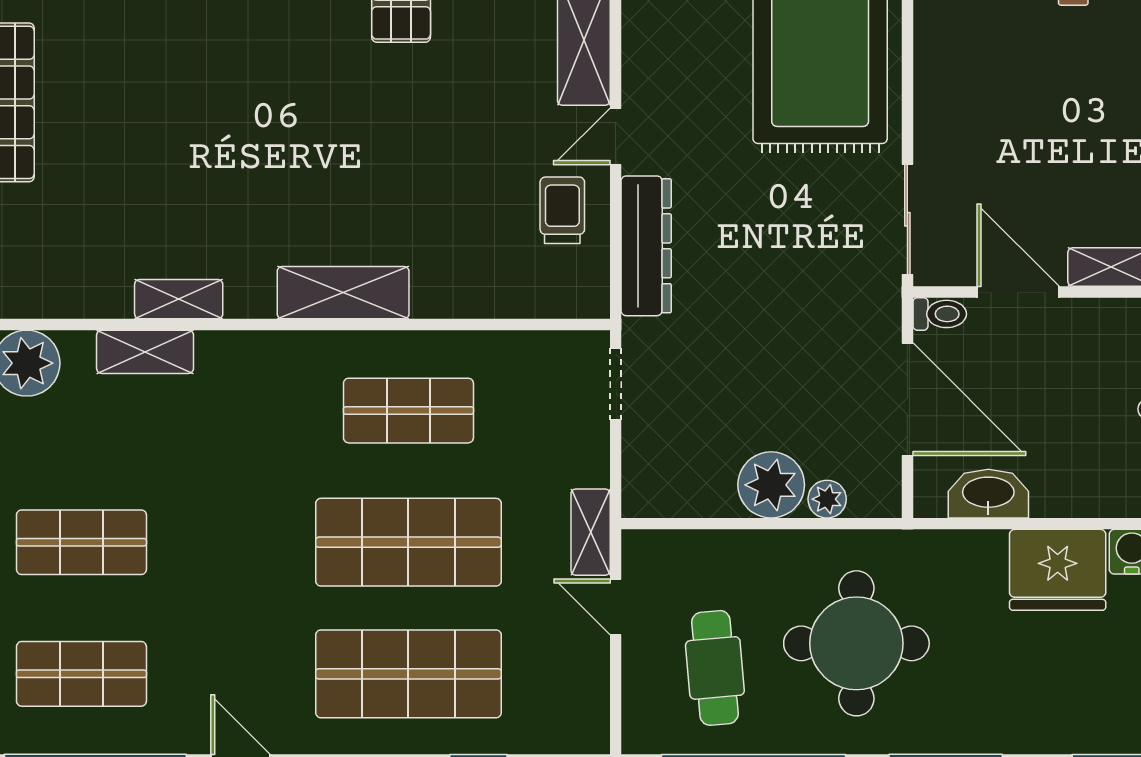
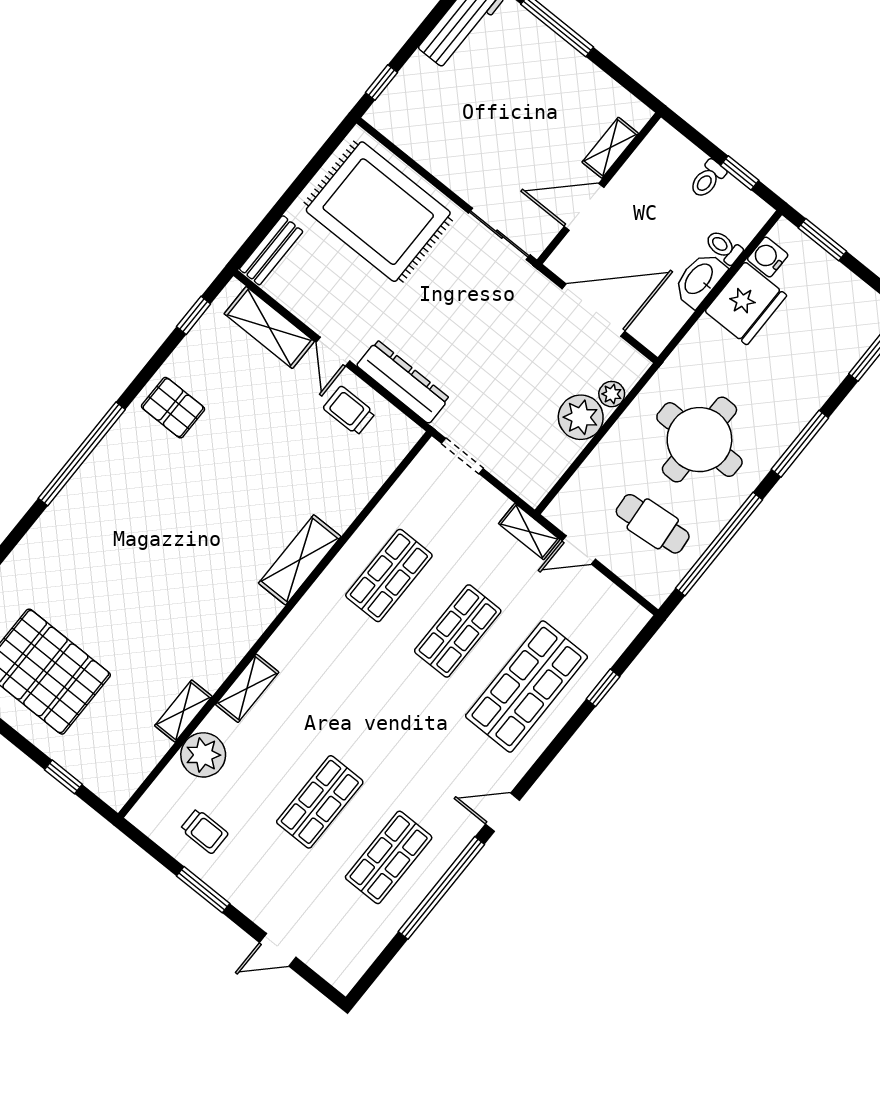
shelving: (179, 299) -> (183, 711), moved
toilet: (940, 314) -> (724, 247), moved, turned -90
washbasin: (988, 494) -> (699, 279), moved
shop shelf: (408, 542) -> (458, 631), width x0.70, depth x0.74

